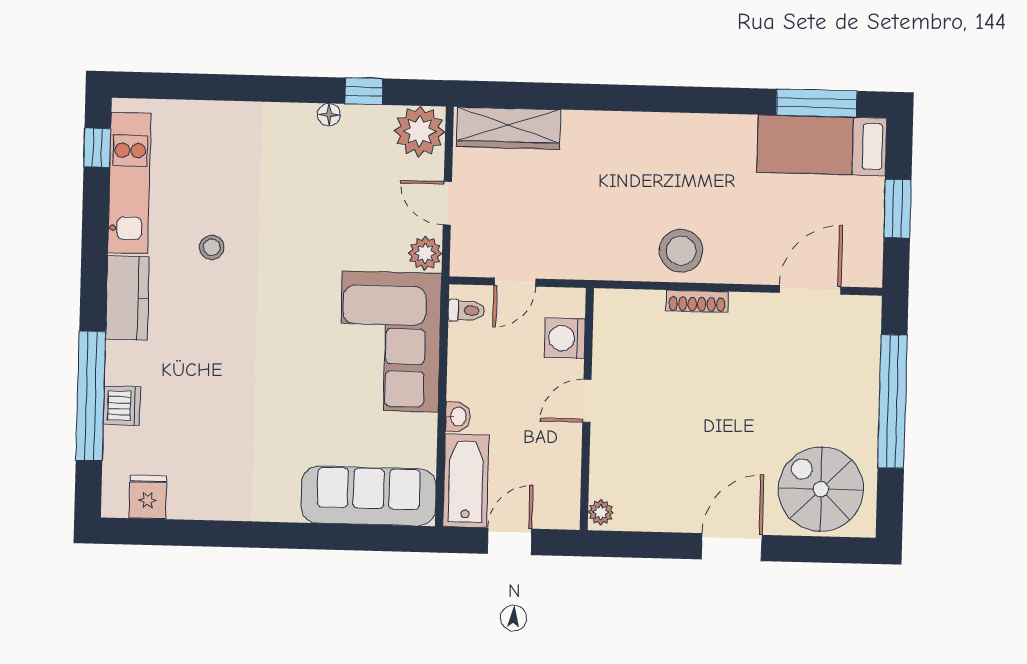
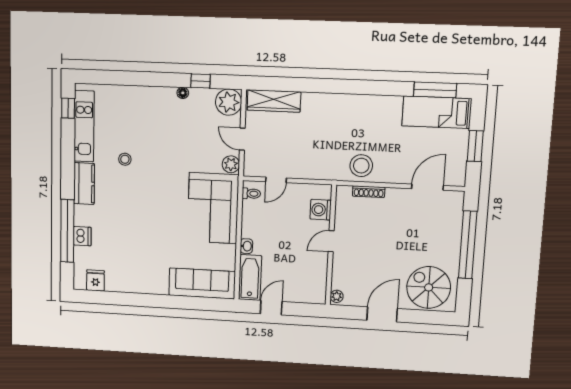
washing machine: (565, 338) -> (321, 210), moved
door: (587, 401) -> (331, 241), moved
wall: (587, 409) -> (331, 245), moved
plant: (601, 512) -> (337, 296), moved

